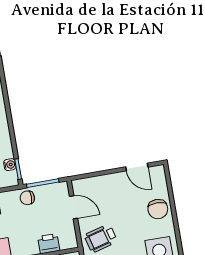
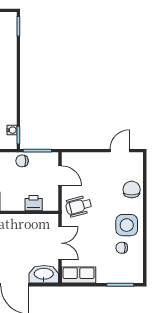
door: (137, 167) -> (120, 151), swing flipped
chair: (158, 209) -> (132, 190), turned 180

